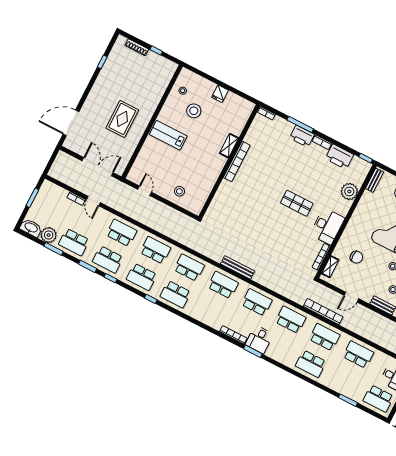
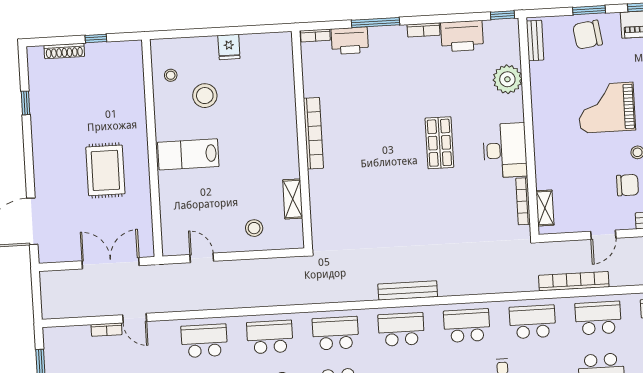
printer: (302, 136) -> (350, 41), moved
shelving: (229, 146) -> (293, 199), moved
shop shelf: (297, 203) -> (439, 143), turned 90
chair: (356, 257) -> (627, 185), moved

